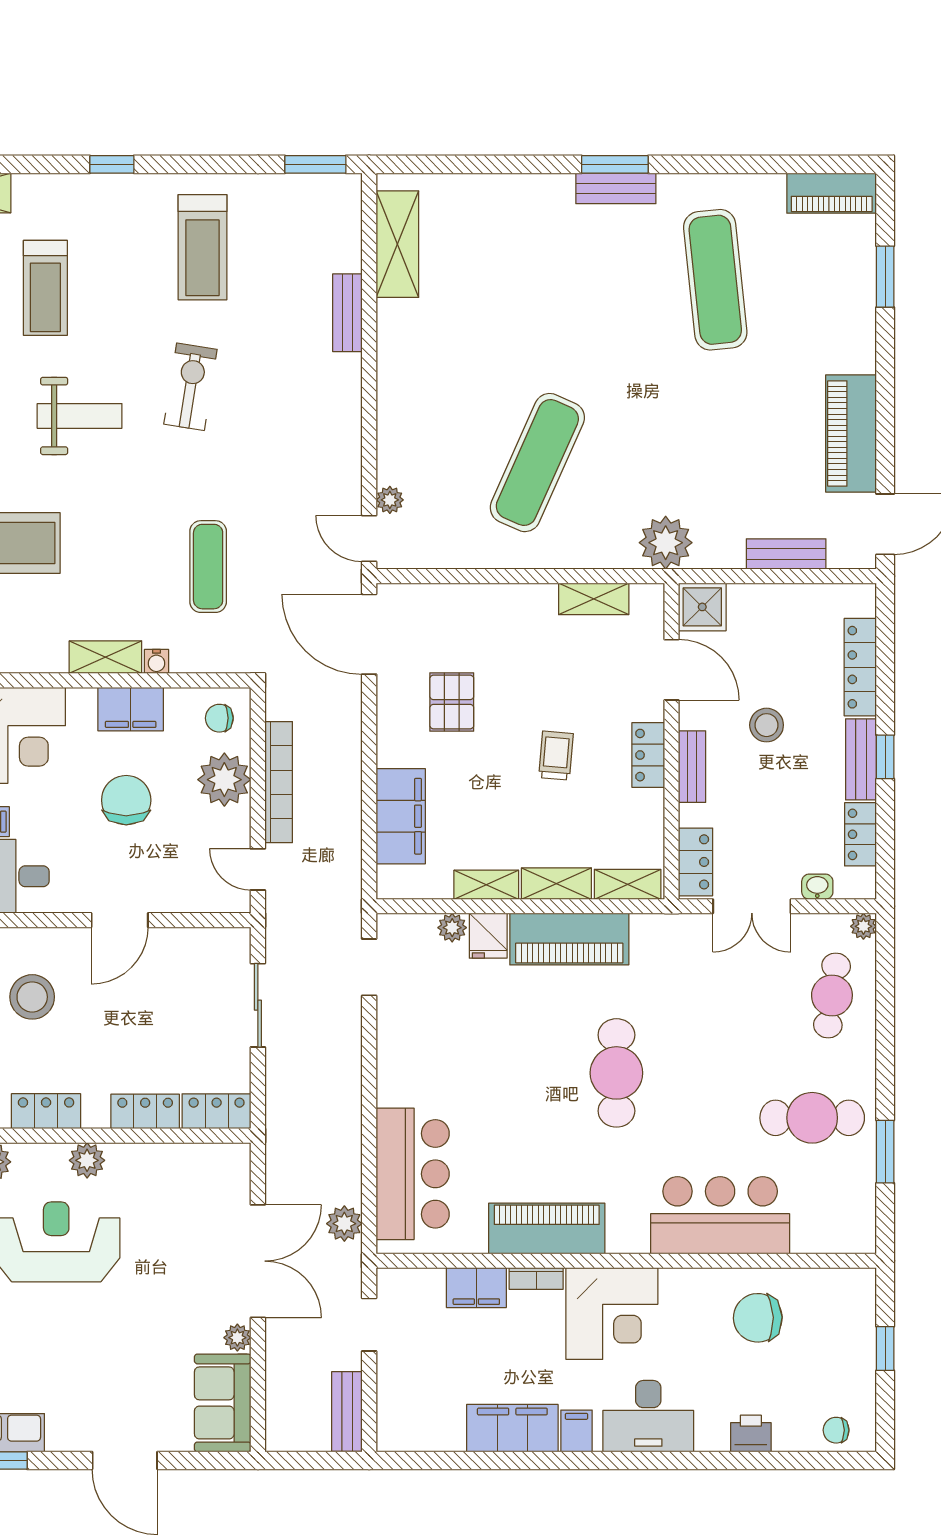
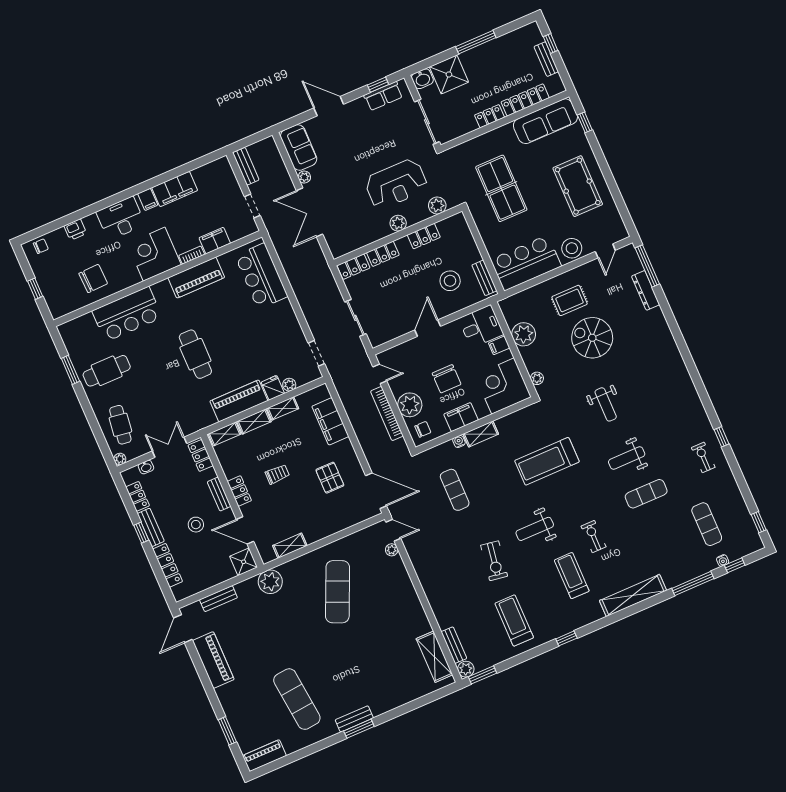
bench: (347, 313) -> (454, 645), moved
trolley: (556, 756) -> (277, 474), turned -95
plant: (344, 1224) -> (466, 669), moved

